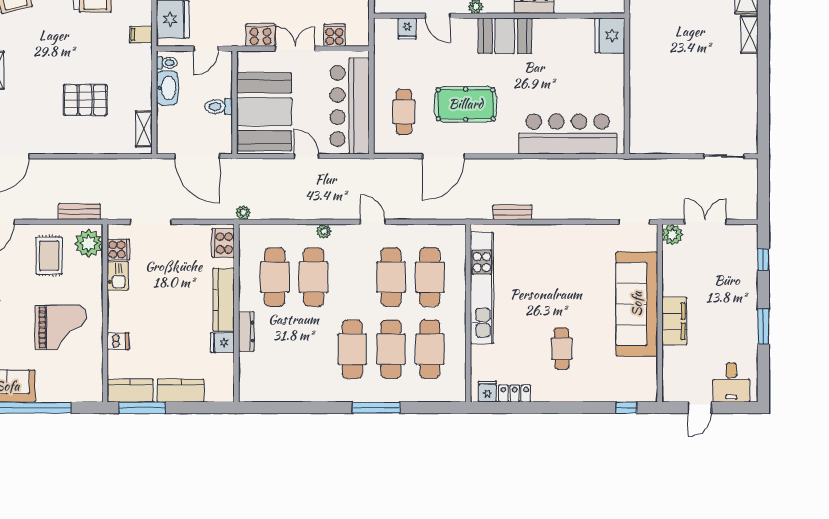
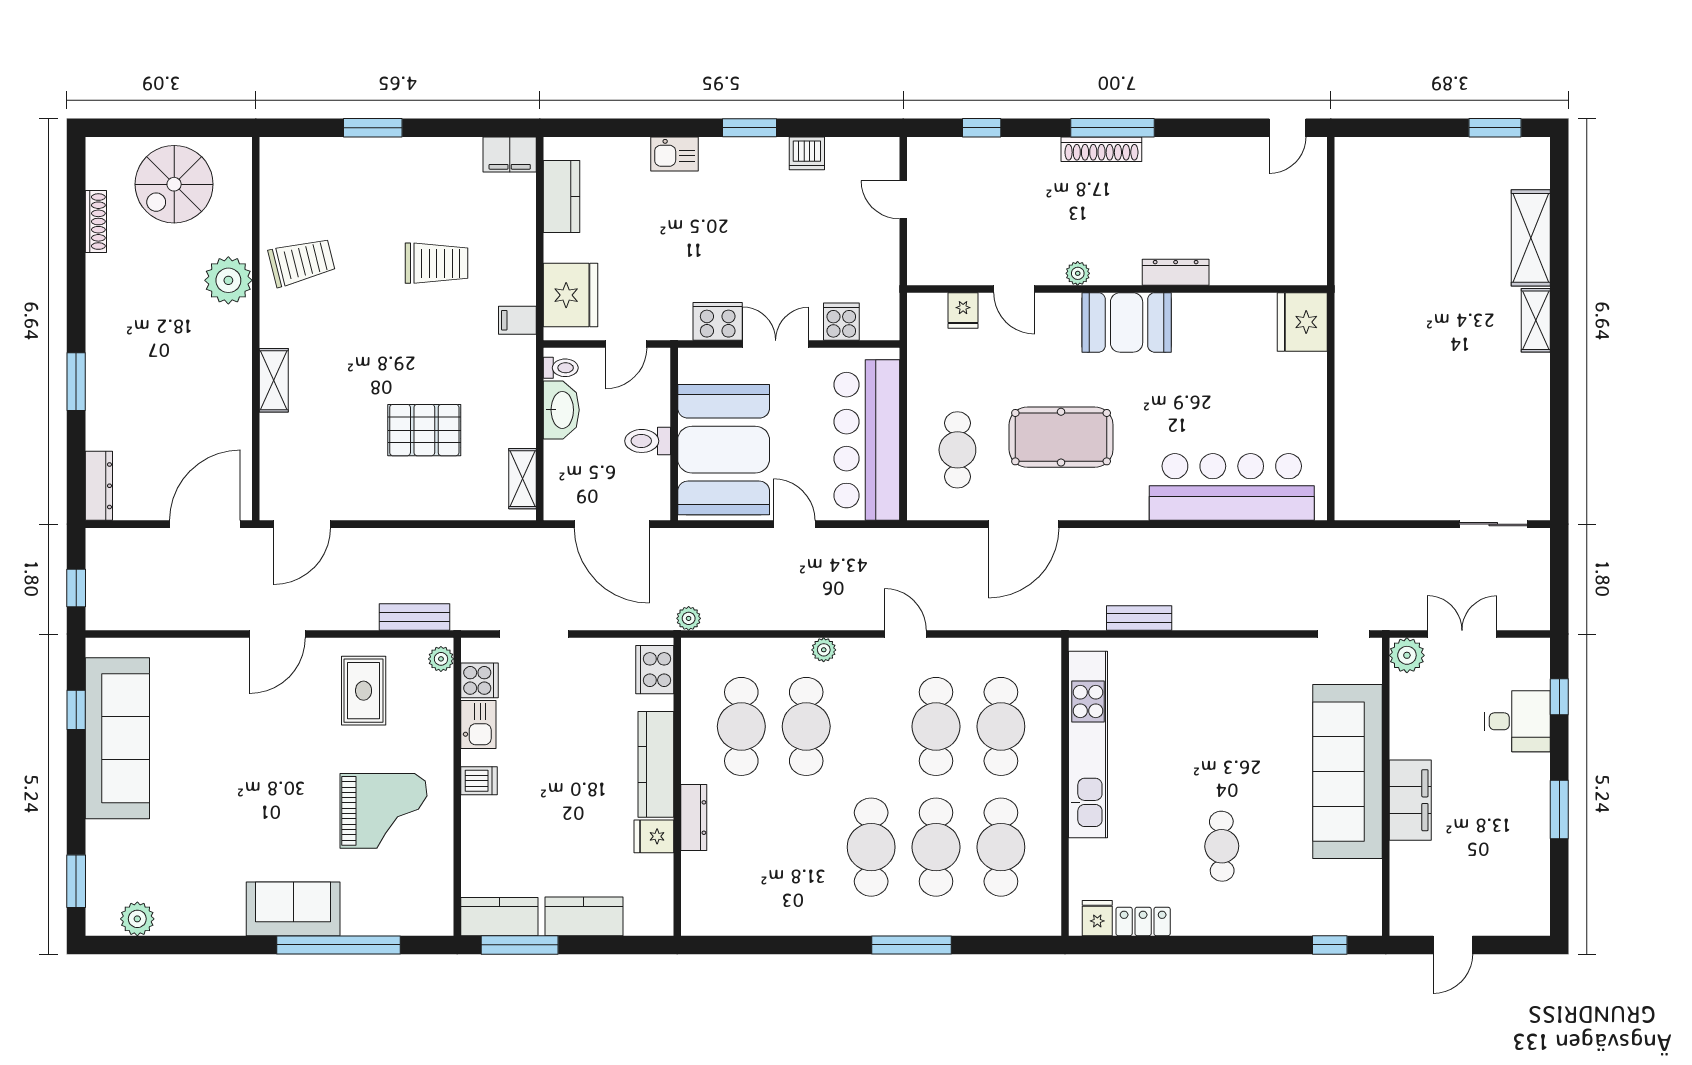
plant: (89, 243) -> (441, 659), width x0.53, depth x0.53
dishwasher: (118, 341) -> (479, 781), moved
desk: (731, 382) -> (1517, 721), moved, turned -90

